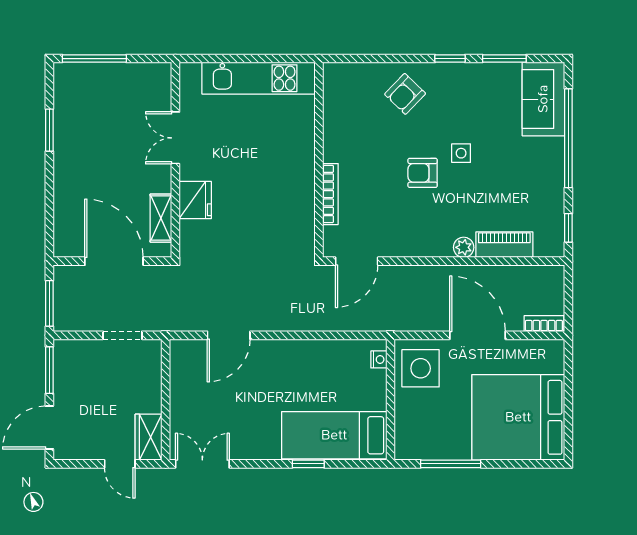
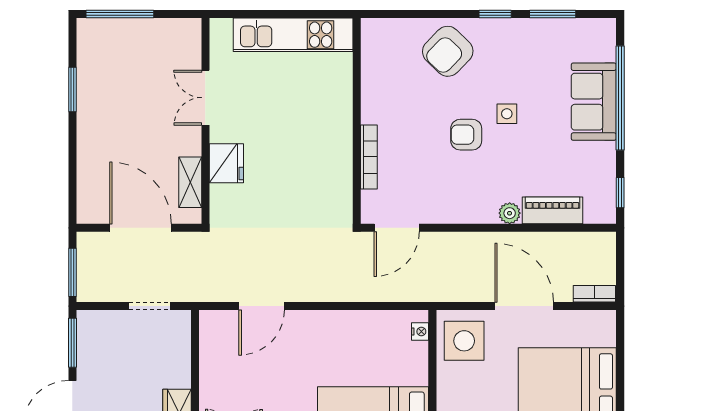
armchair: (405, 94) -> (448, 51), width x1.38, depth x1.38
sofa: (543, 99) -> (594, 102), moved

